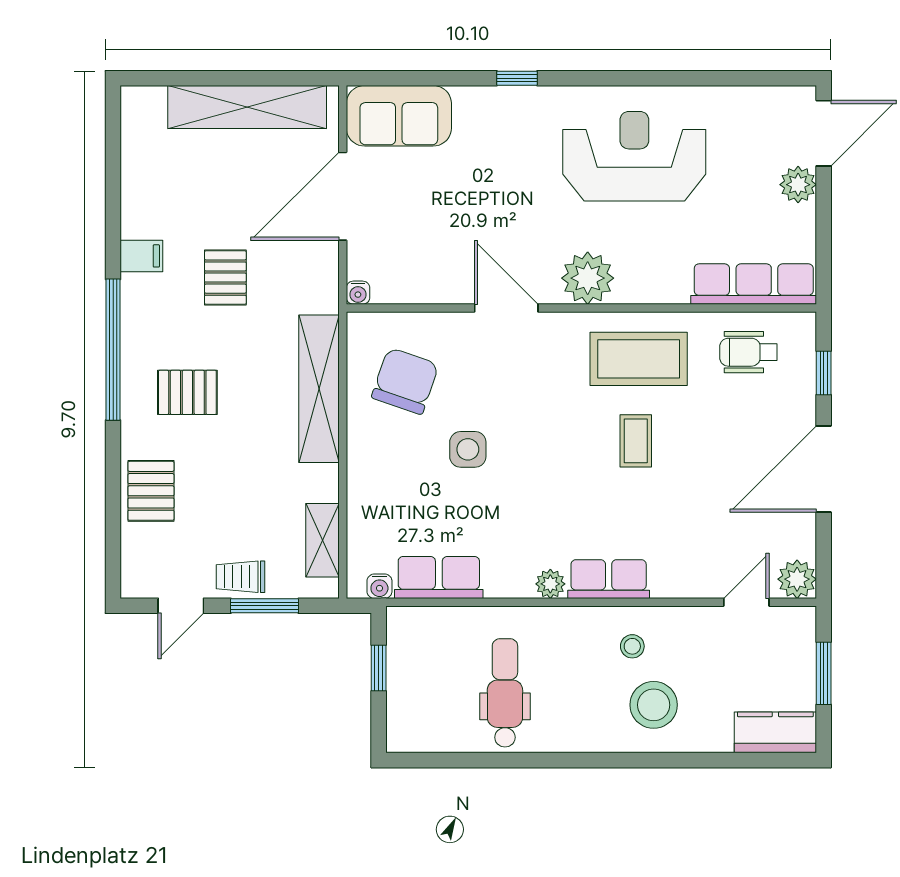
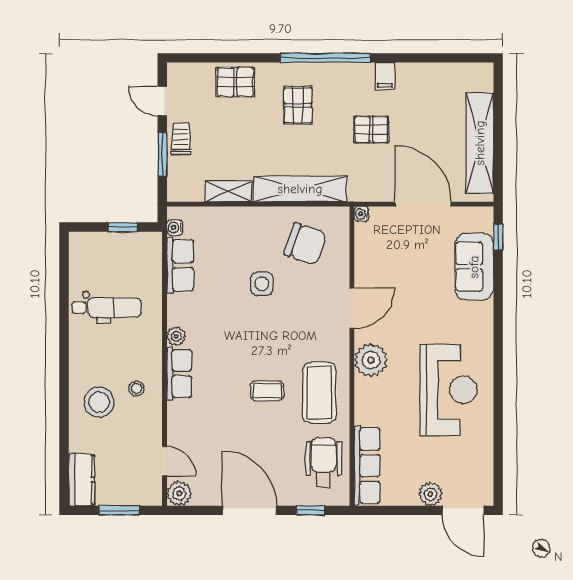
window: (517, 78) -> (498, 237), moved
sofa: (399, 116) -> (474, 267), moved
wheelchair: (749, 352) -> (324, 463), width x1.36, depth x1.37
shelving: (323, 540) -> (228, 191), moved

